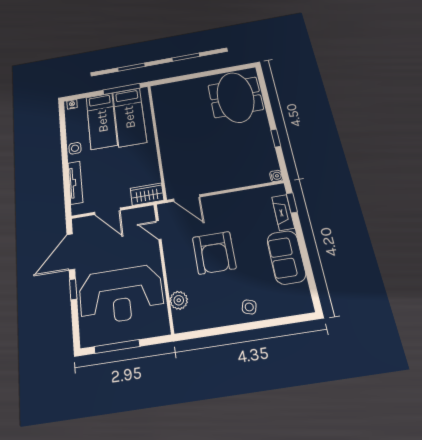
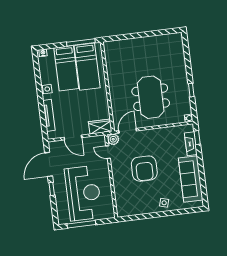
meeting table: (235, 97) -> (151, 97), moved
door: (187, 198) -> (128, 131), swing flipped
sofa: (286, 257) -> (191, 179), width x1.36
reception desk: (121, 295) -> (83, 193), turned -90
plant: (179, 300) -> (113, 139), moved

